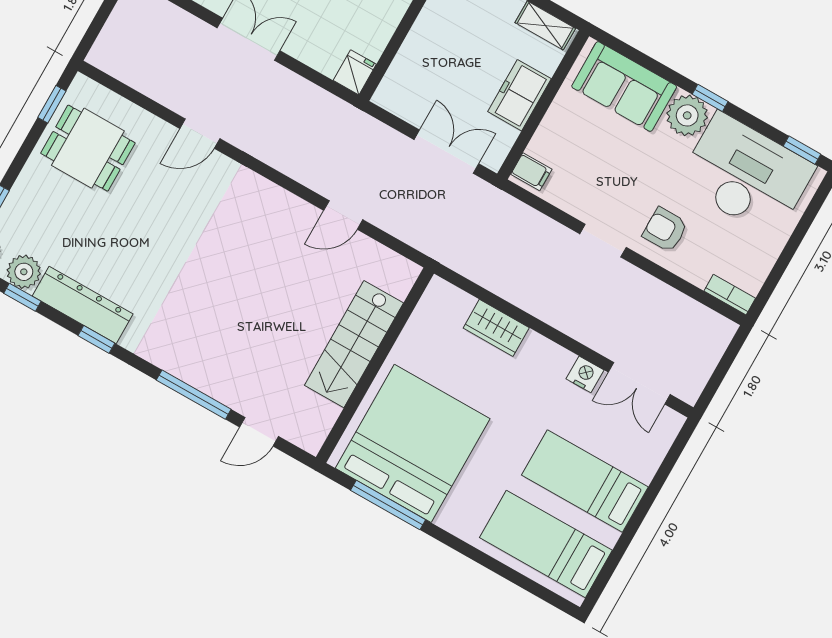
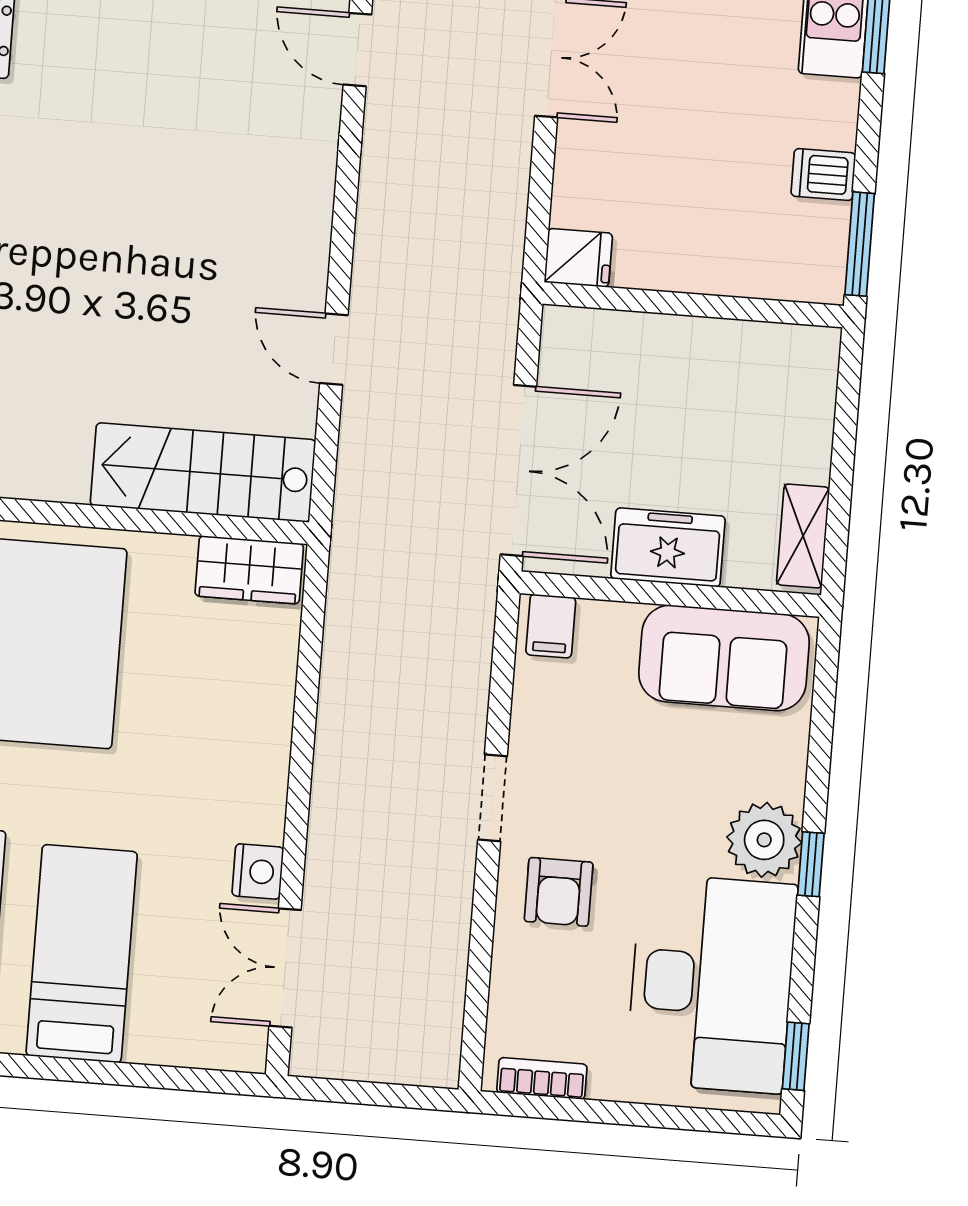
sofa: (624, 87) -> (724, 658), moved, turned -90
double door: (446, 152) -> (518, 471), width x1.37
armchair: (665, 230) -> (559, 892), turned 180
bookcase: (730, 295) -> (542, 1078), moved, turned -90
wardrobe: (496, 328) -> (249, 570), moved, turned -90
stairs: (354, 344) -> (203, 473), moved

